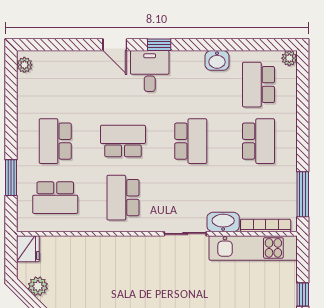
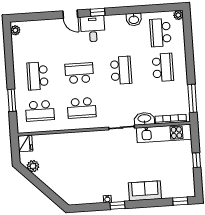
school desk: (123, 198) -> (82, 108), turned -90

